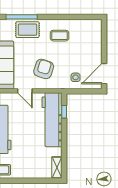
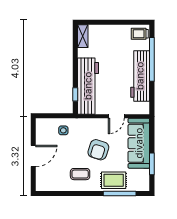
armchair: (44, 69) -> (98, 150), moved
door: (104, 74) -> (33, 156), moved
door: (25, 91) -> (116, 116), swing flipped

